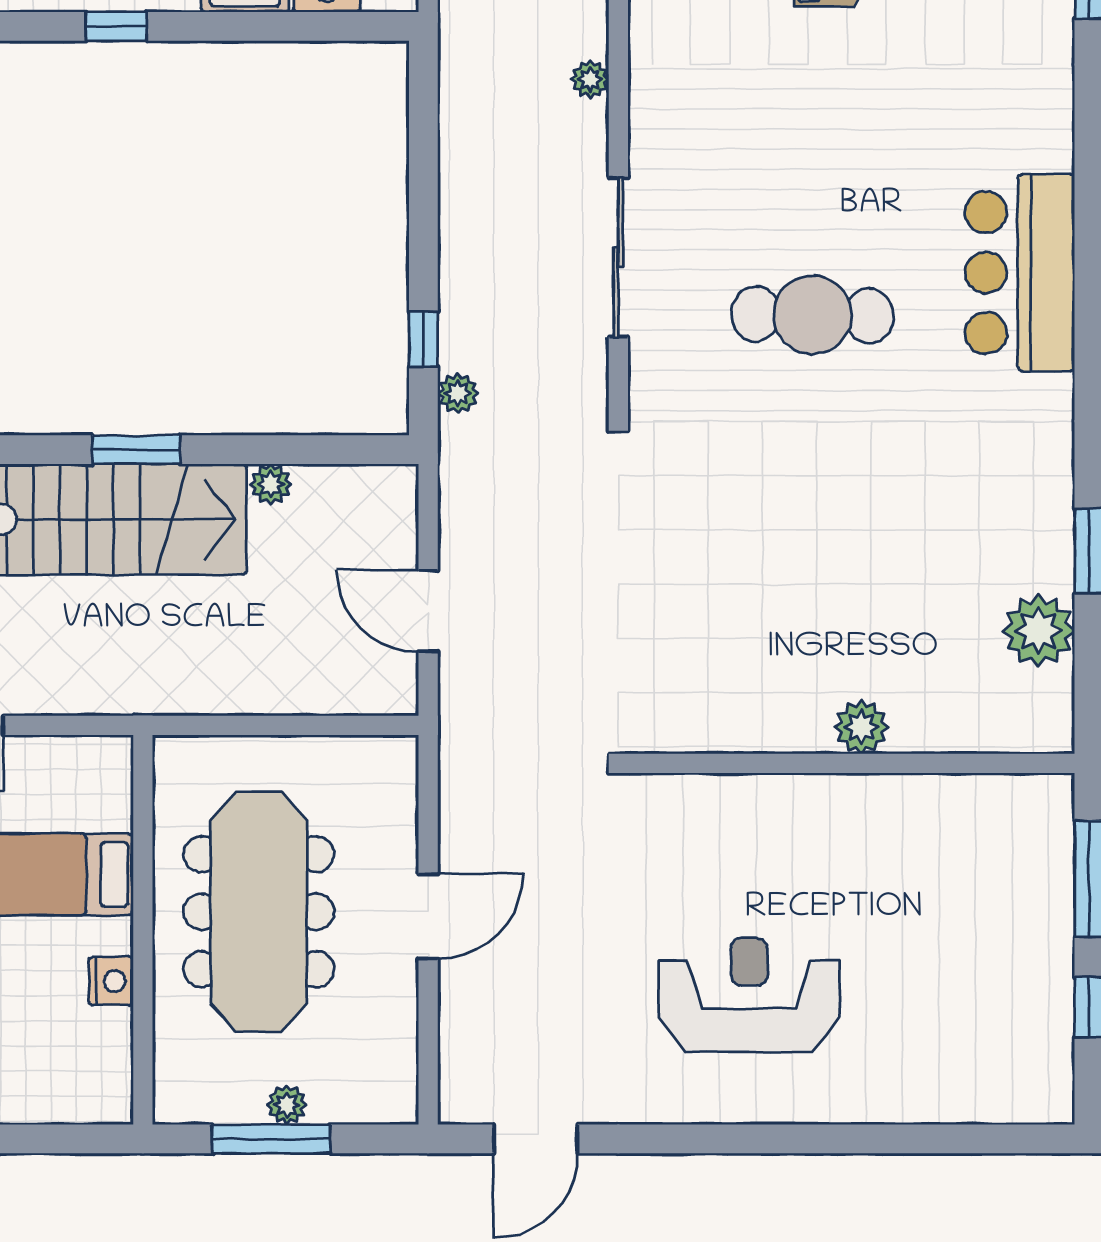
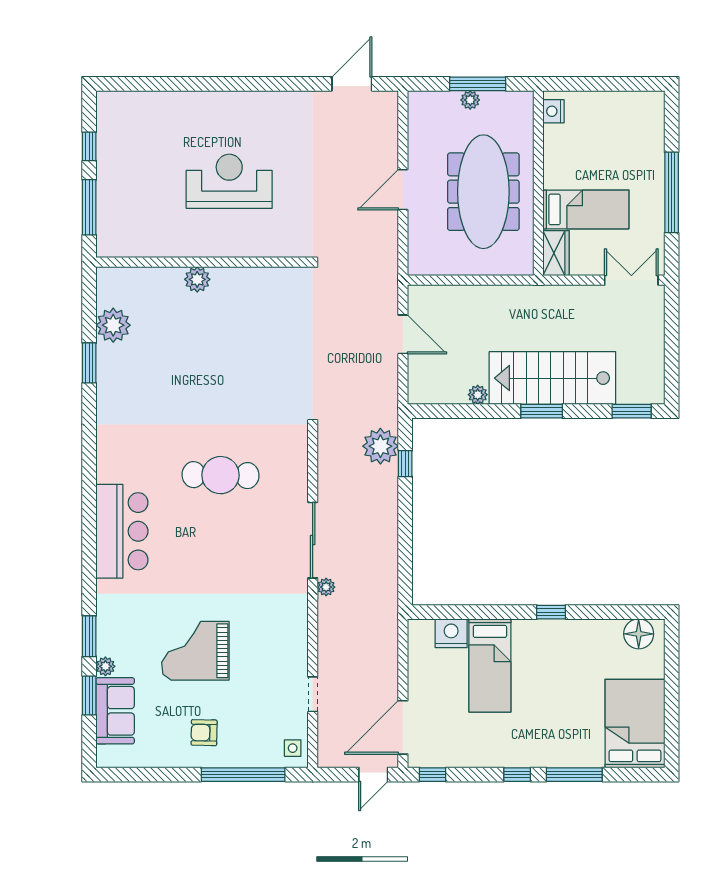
sliding door: (618, 257) -> (313, 540), moved
bar counter: (1020, 273) -> (122, 531), moved
plant: (458, 393) -> (380, 446), width x1.87, depth x1.87
wardrobe: (106, 782) -> (556, 253), added
nightstand: (111, 981) -> (554, 111), moved
reception desk: (749, 995) -> (229, 181), moved, turned 180

